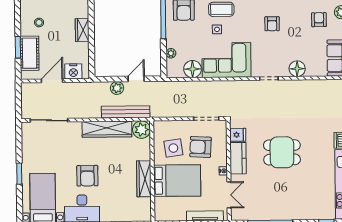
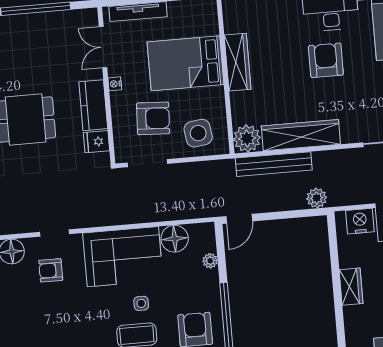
armchair: (272, 24) -> (51, 270), moved, turned -90
door: (136, 79) -> (239, 219), moved
plant: (117, 88) -> (317, 198), moved
side table: (173, 148) -> (198, 133), moved

